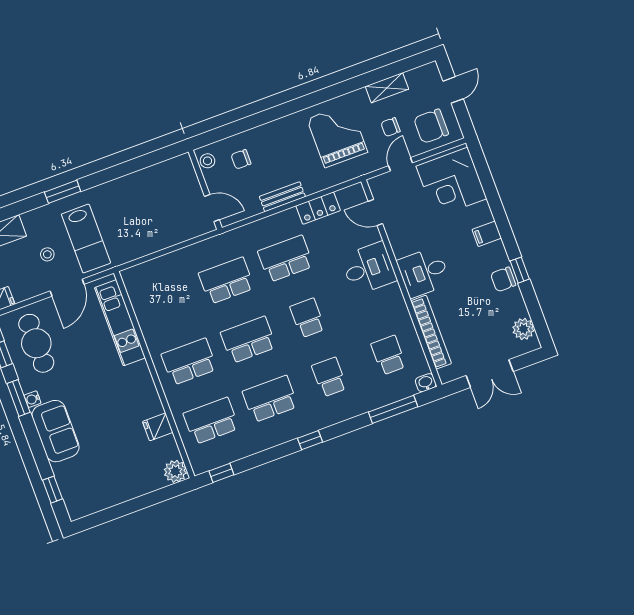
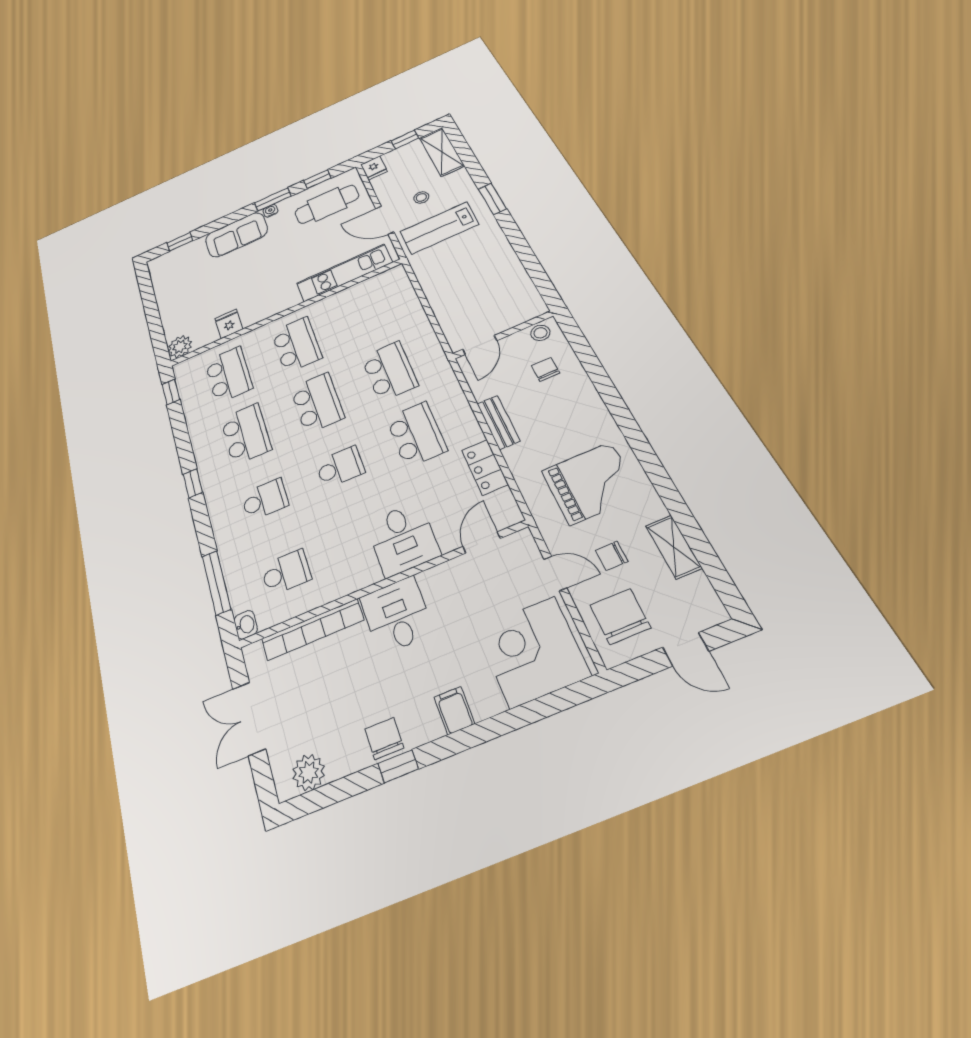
chair: (391, 127) -> (612, 556), turned -90

